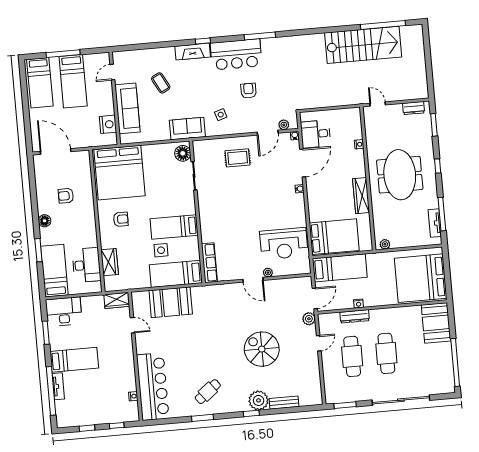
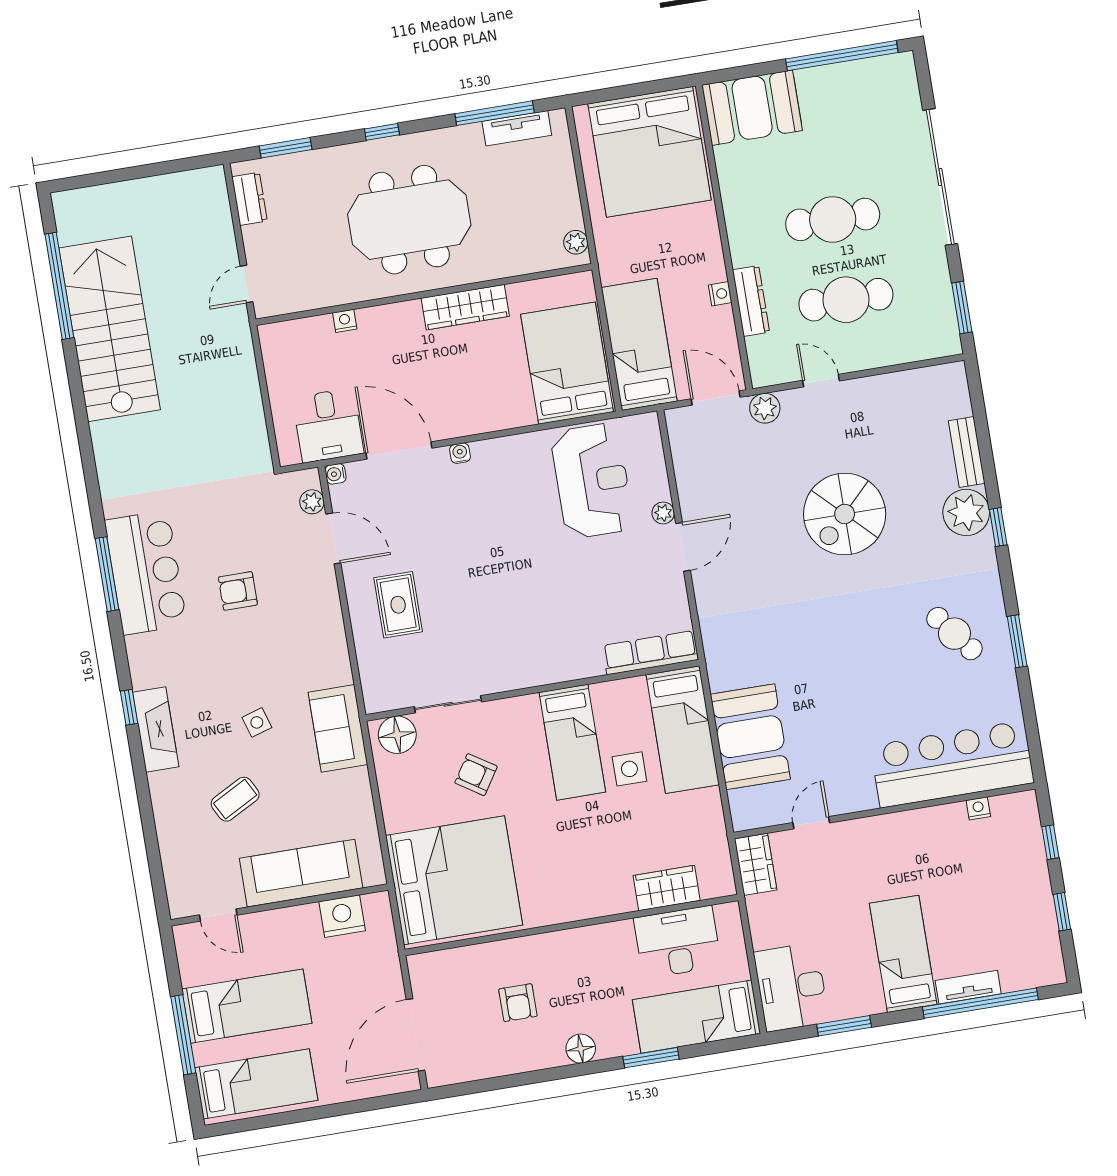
bar counter: (236, 54) -> (146, 573), moved
side table: (221, 115) -> (257, 722), moved
armchair: (121, 219) -> (476, 775), moved, turned -57

